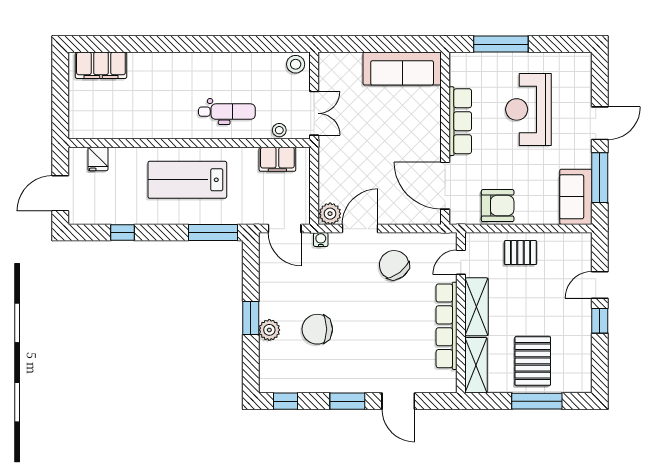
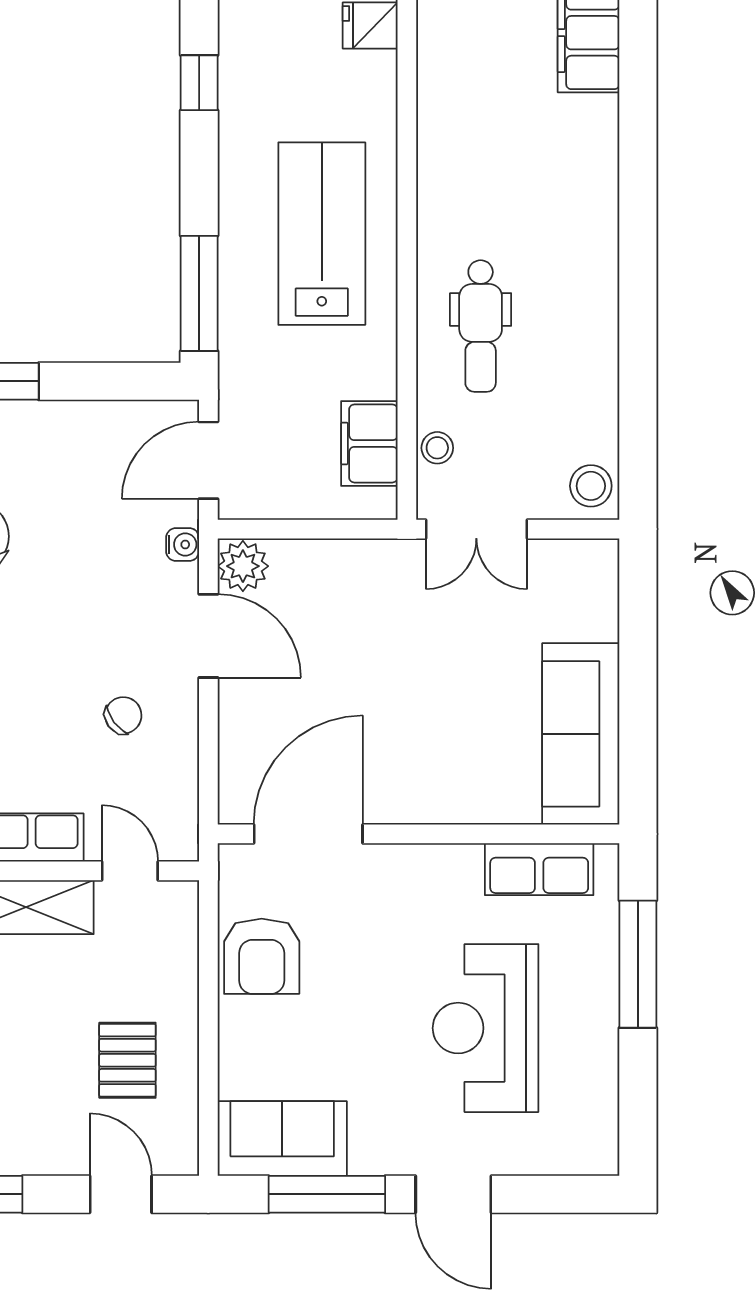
reception desk: (528, 109) -> (486, 1028), turned -90
row of seats: (460, 121) -> (539, 869), moved, width x0.68
pallet: (520, 253) -> (127, 1060), moved
chair: (394, 265) -> (123, 715), width x0.54, depth x0.54
door: (600, 285) -> (121, 1194), moved

